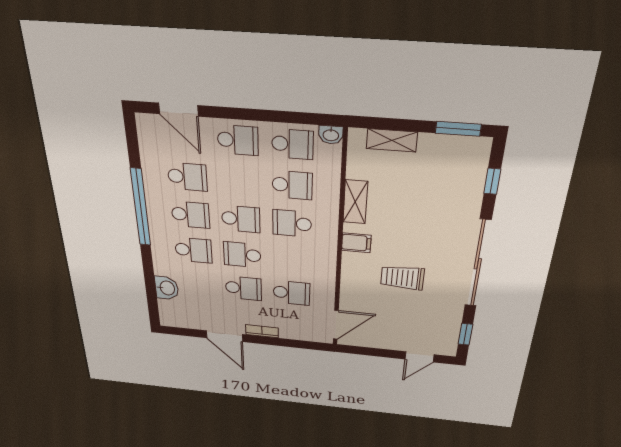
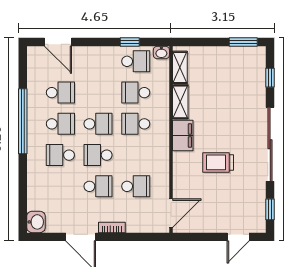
window: (284, 117) -> (130, 42), added
school desk: (238, 140) -> (98, 61), removed
shelving: (392, 140) -> (180, 67), moved, turned 90
school desk: (292, 185) -> (136, 93), turned 180
filing cabinet: (356, 243) -> (183, 136), width x2.00
school desk: (193, 250) -> (60, 155), turned 180
washbasin: (167, 288) -> (36, 222), moved

